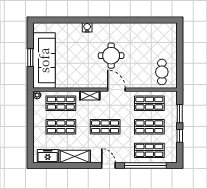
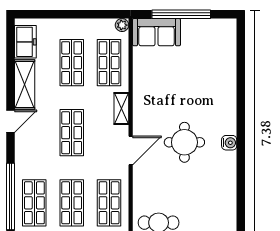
water cooler: (87, 27) -> (229, 143), moved
window: (30, 58) -> (181, 14), width x2.11
sofa: (44, 60) -> (156, 32), width x0.54, depth x0.79
door: (108, 165) -> (11, 121), moved

